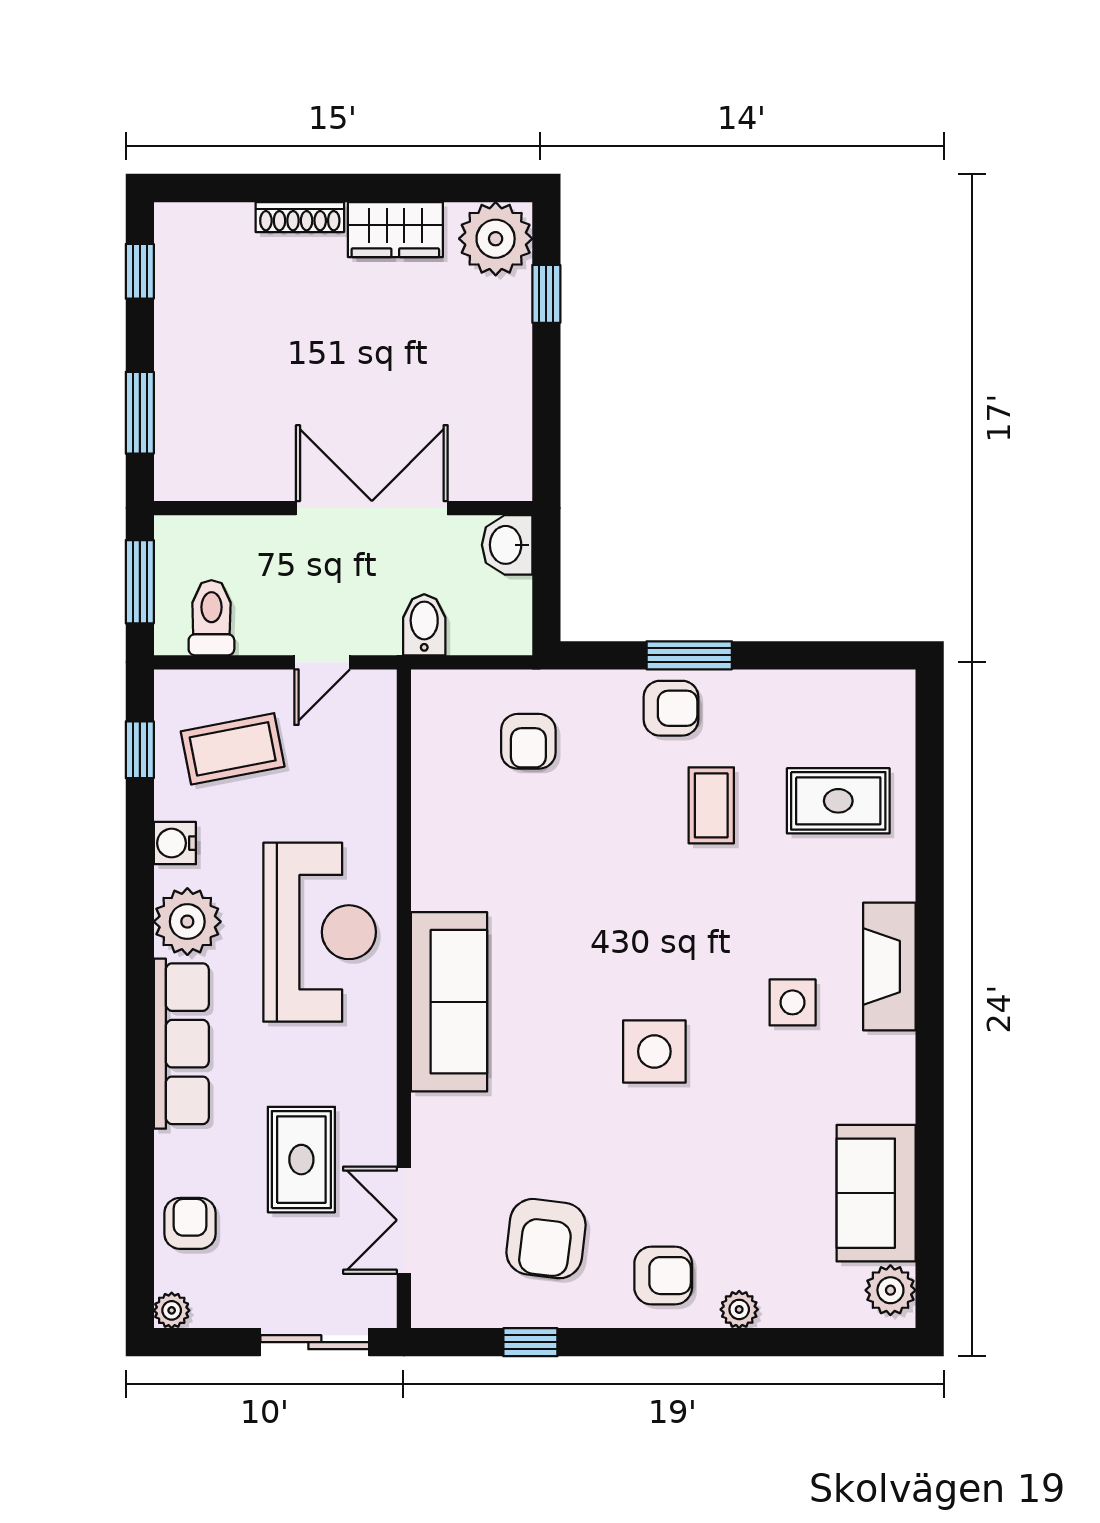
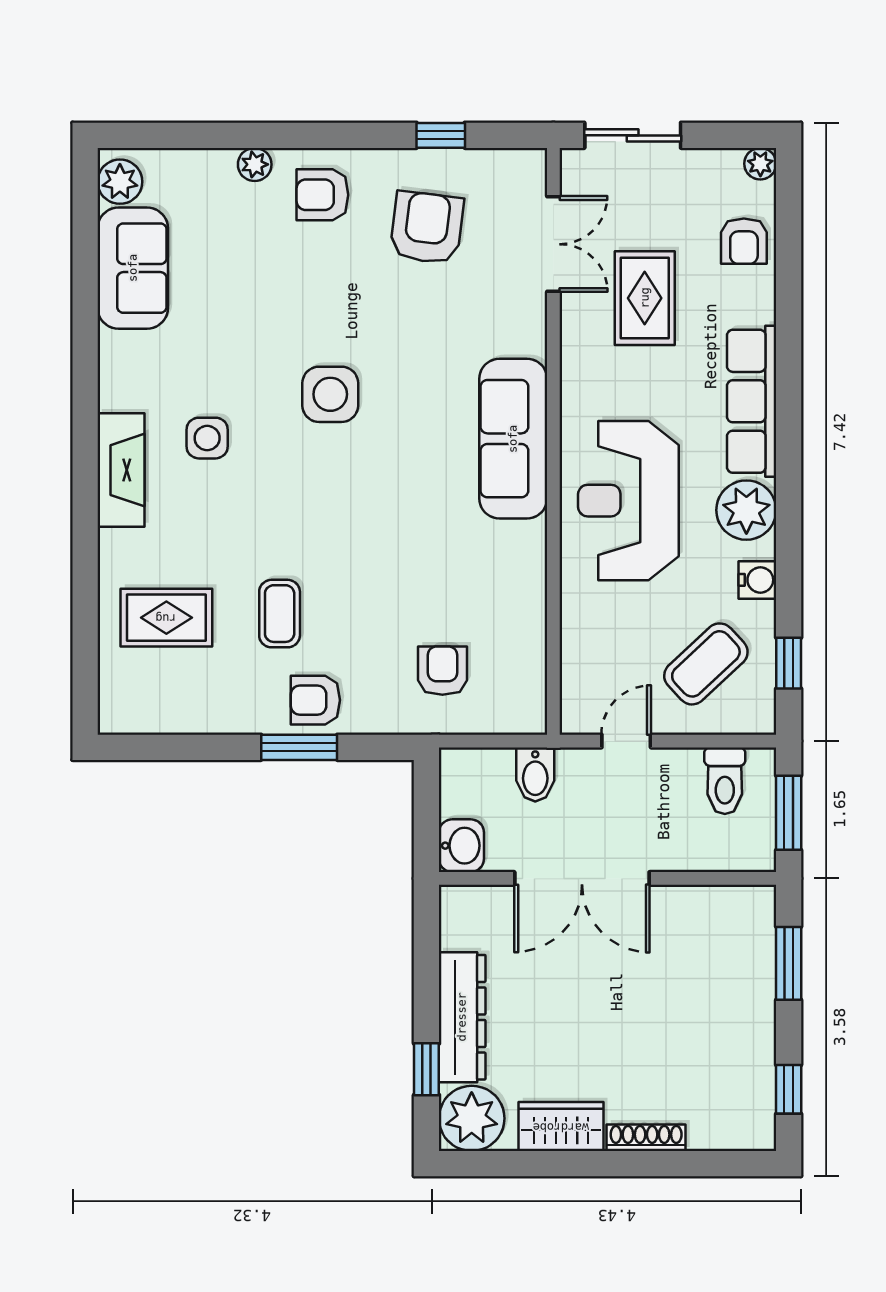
dresser: (506, 352) -> (462, 1017), added
coffee table: (233, 749) -> (706, 664), turned -32

